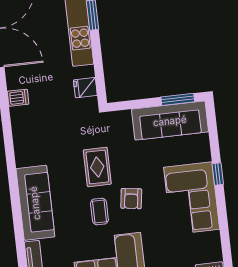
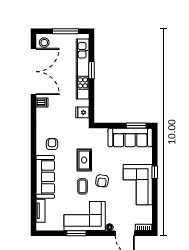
dishwasher: (18, 98) -> (42, 102), moved
armchair: (40, 146) -> (52, 144), added

